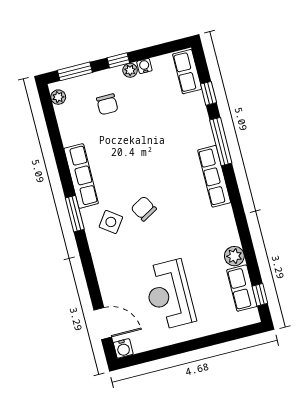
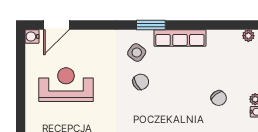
chair: (107, 104) -> (219, 98), moved, turned -126

